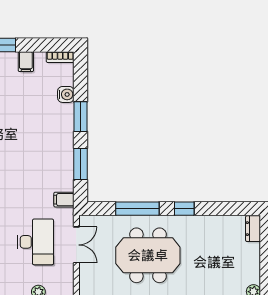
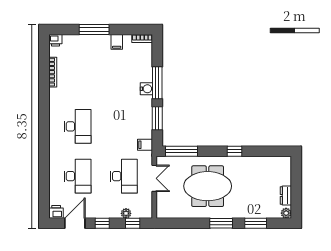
water cooler: (66, 94) -> (146, 89), moved
window: (80, 117) -> (157, 83), width x1.44
window: (137, 209) -> (181, 151), moved
dresser: (253, 229) -> (286, 195), moved

